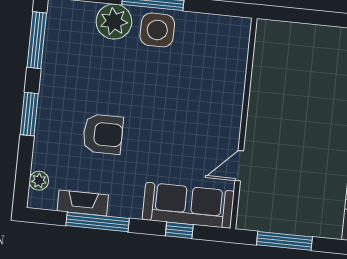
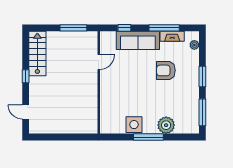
side table: (157, 30) -> (134, 125), moved
sofa: (188, 205) -> (138, 40), moved

